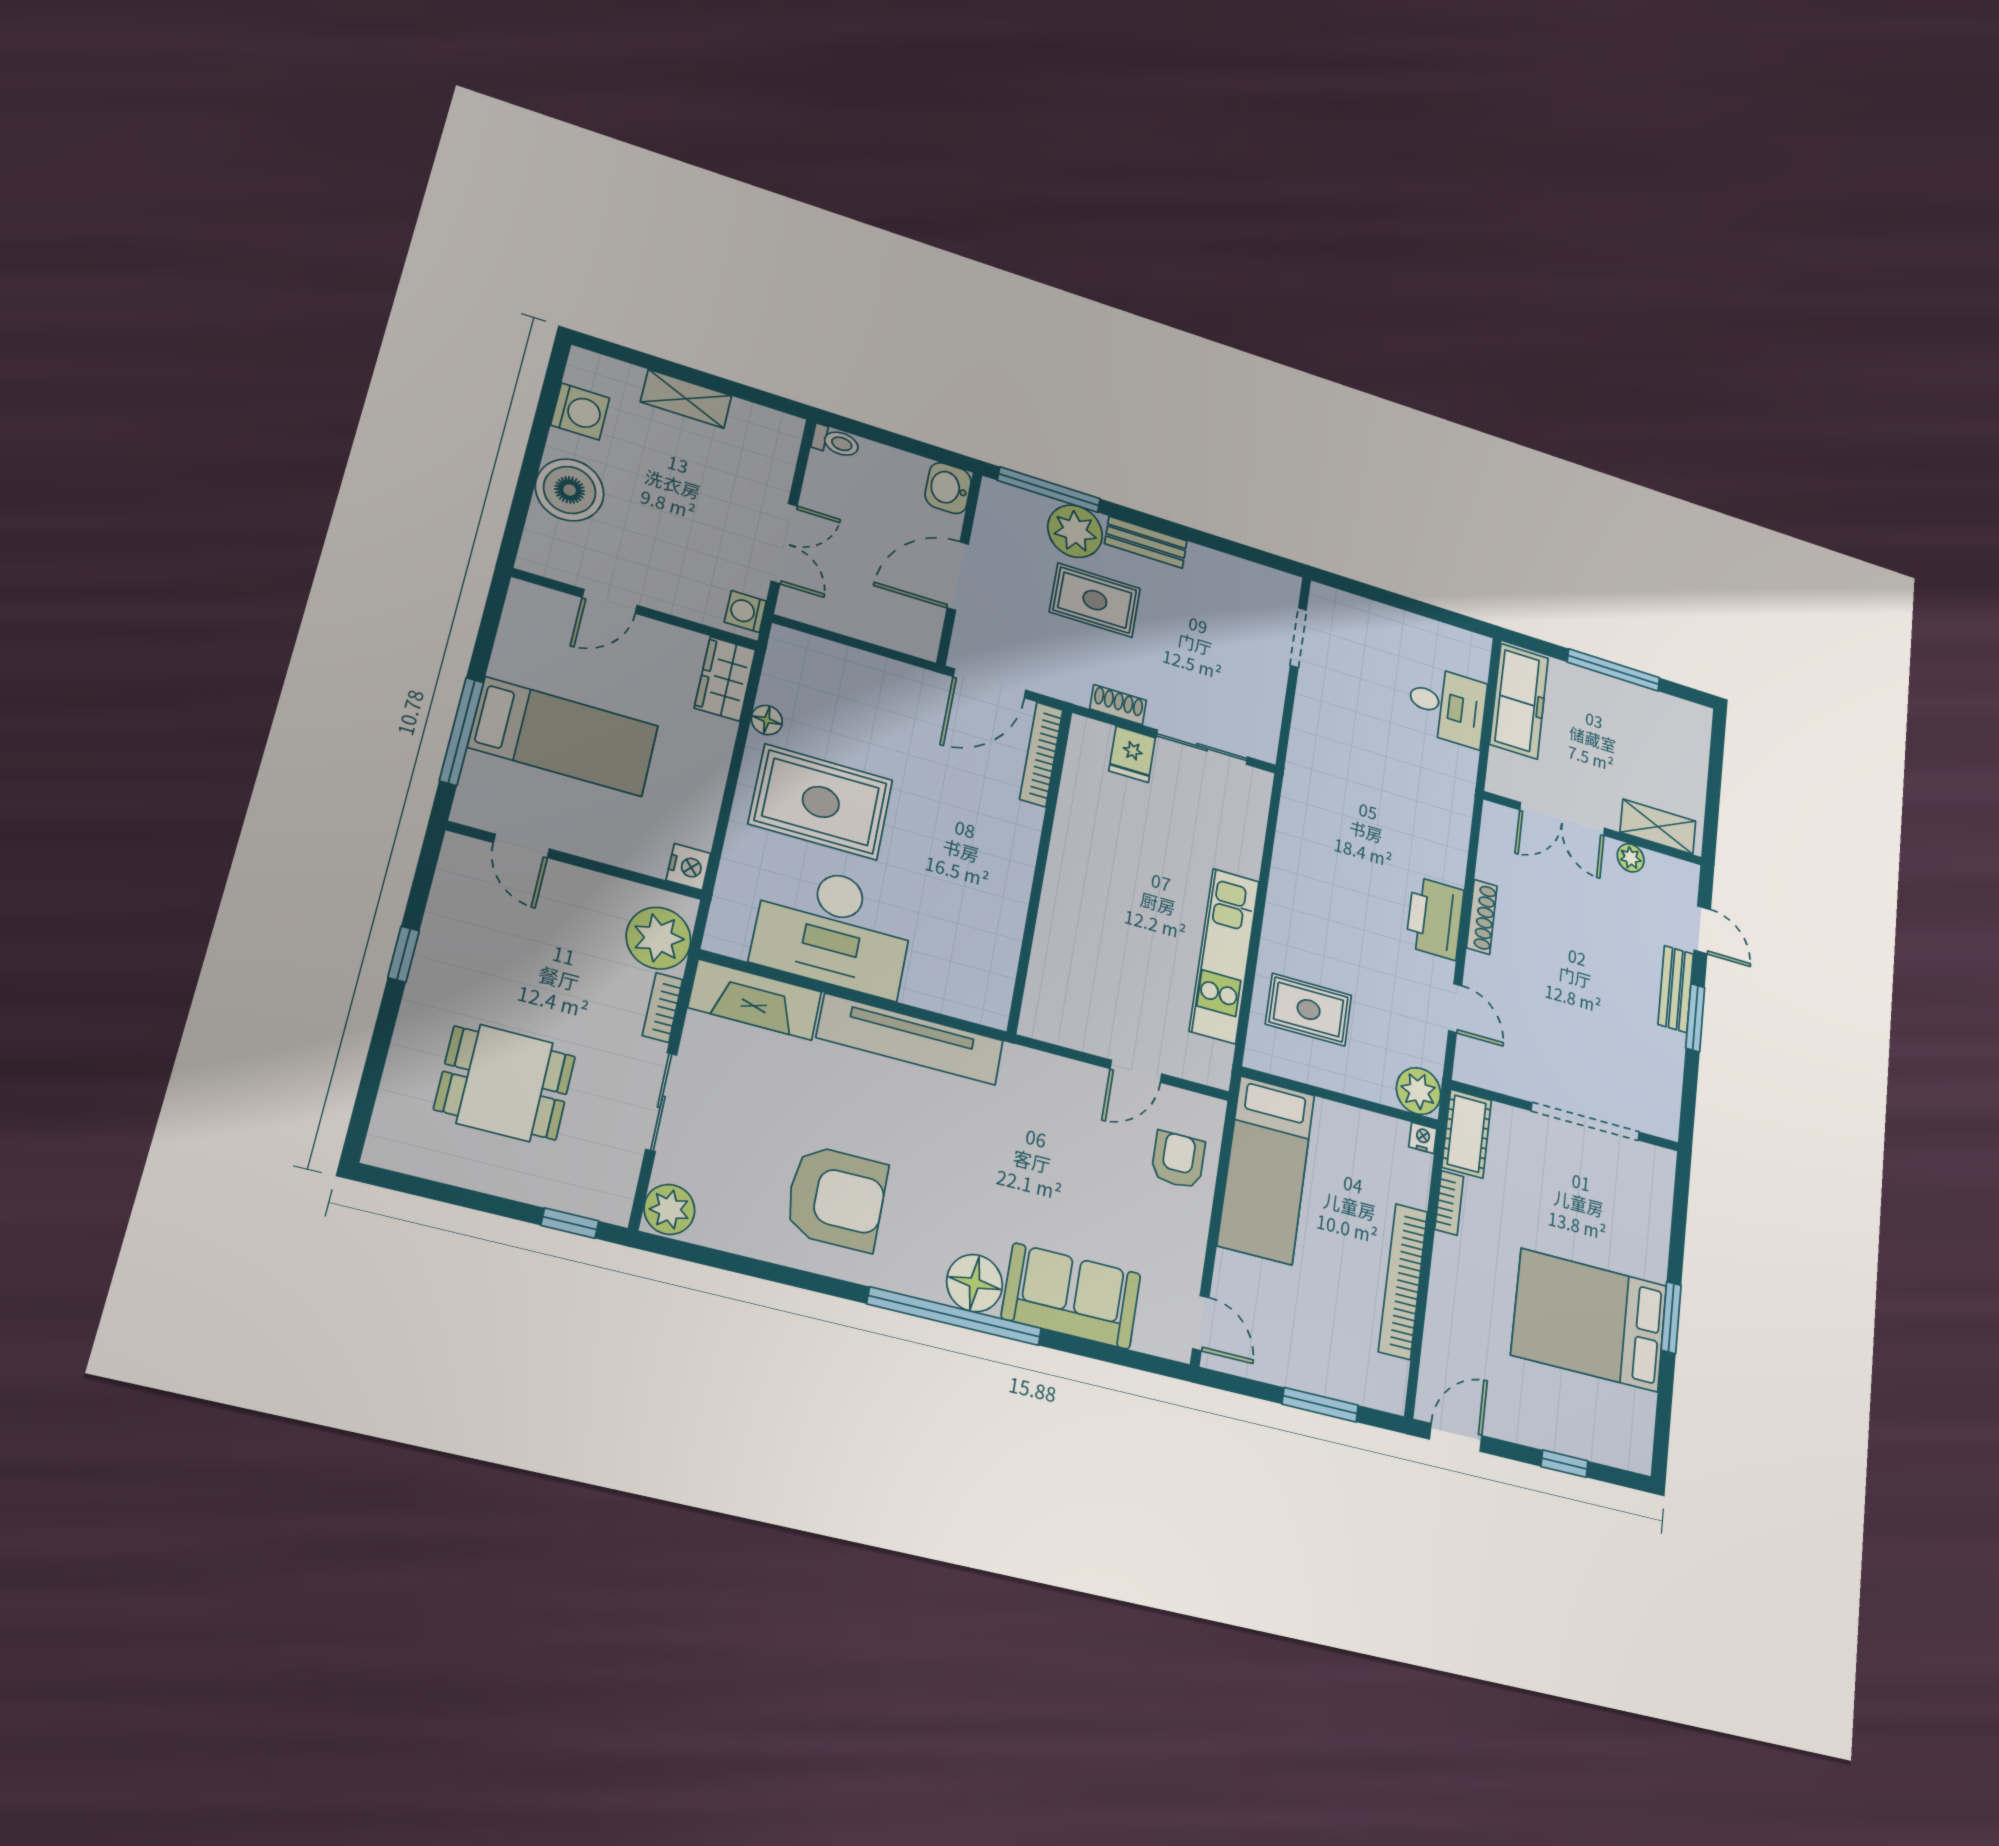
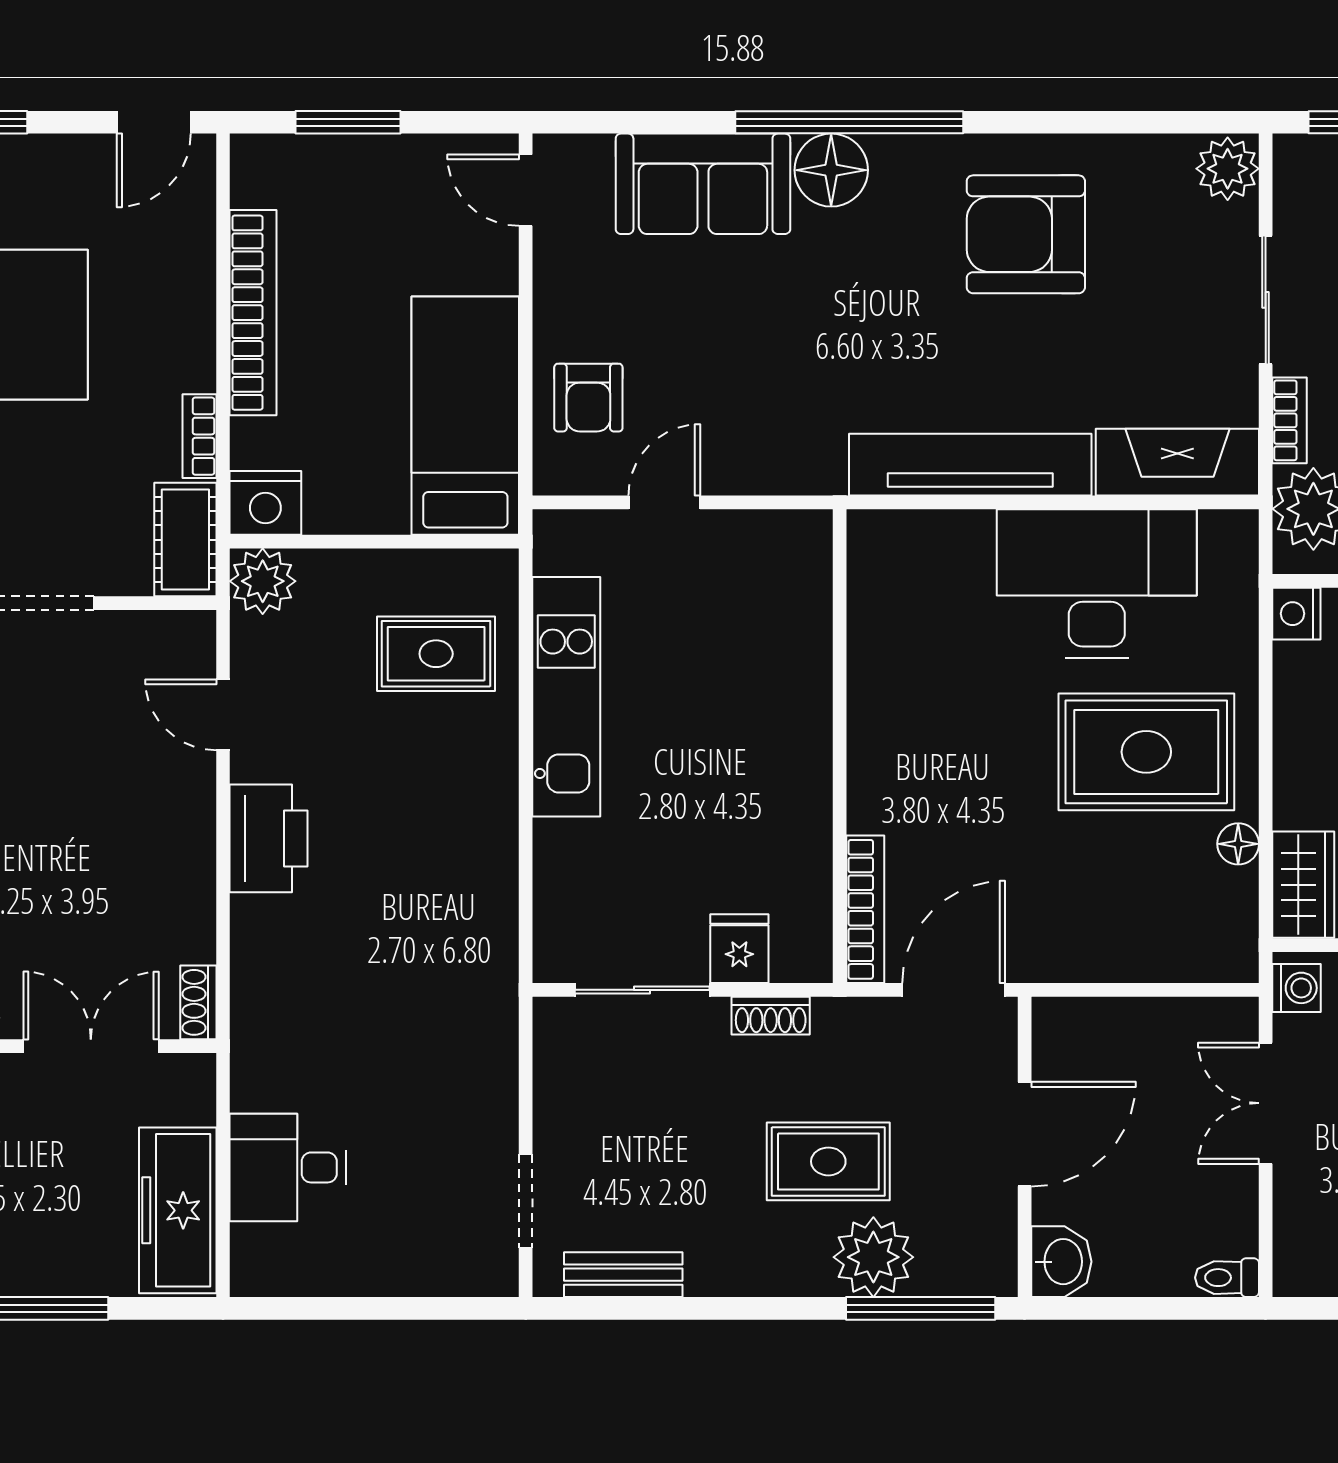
bench: (1146, 542) -> (623, 1275), moved
shoe rack: (1482, 917) -> (198, 1002), moved, width x0.70
nightstand: (1423, 1138) -> (265, 503), width x1.89, depth x1.79

